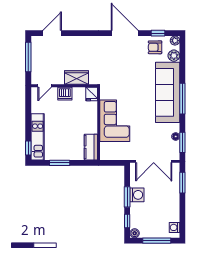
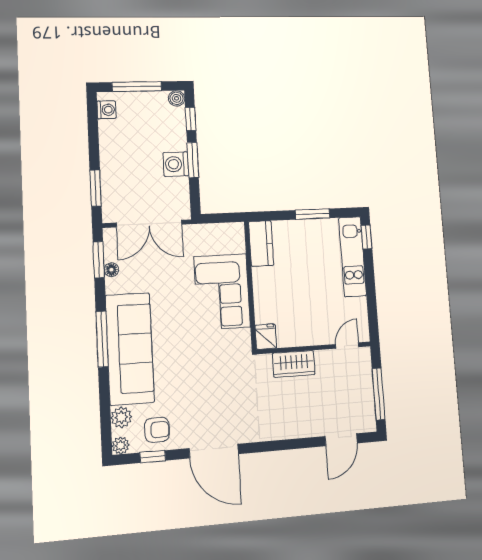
dishwasher: (65, 94) -> (312, 334), removed
double door: (154, 161) -> (149, 224), swing flipped

